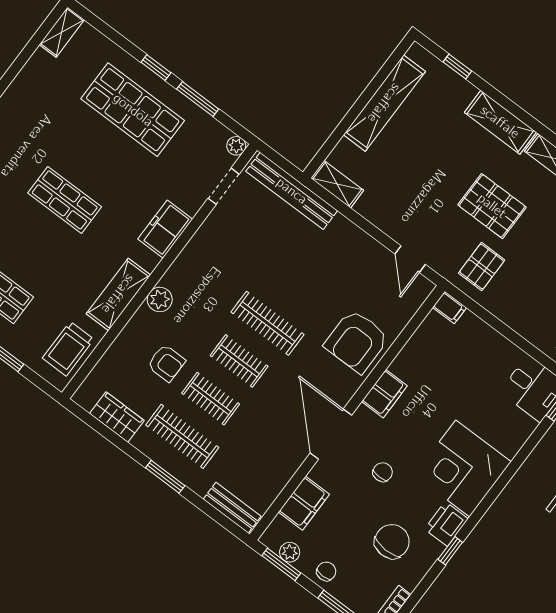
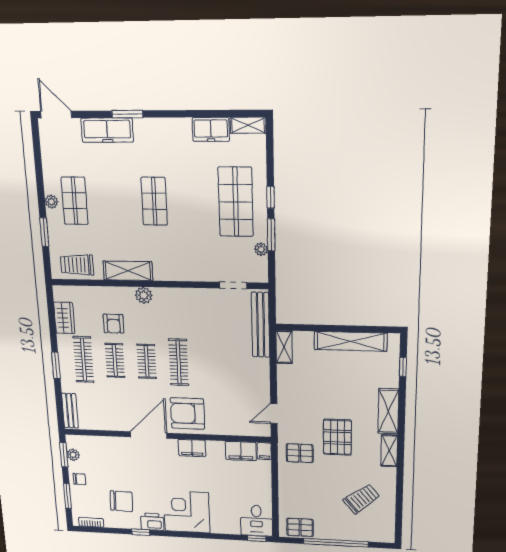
plant: (236, 146) -> (261, 249), moved
freezer: (165, 229) -> (211, 129), moved, turned 180
armchair: (357, 341) -> (188, 413), moved
chair: (383, 472) -> (151, 474), removed
filing cabinet: (304, 503) -> (241, 451), moved

